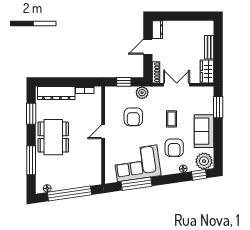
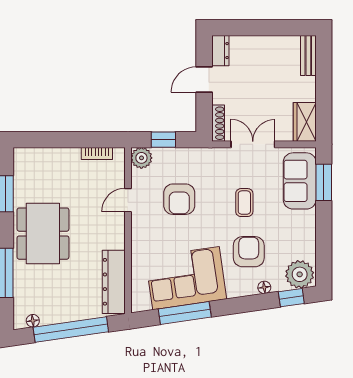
bench: (209, 47) -> (308, 56), moved
dresser: (56, 93) -> (114, 282), moved, turned 90
plant: (142, 93) -> (141, 158), moved
sofa: (204, 131) -> (300, 181), moved
door: (103, 132) -> (128, 200), moved
armchair: (174, 148) -> (249, 252), turned 180

